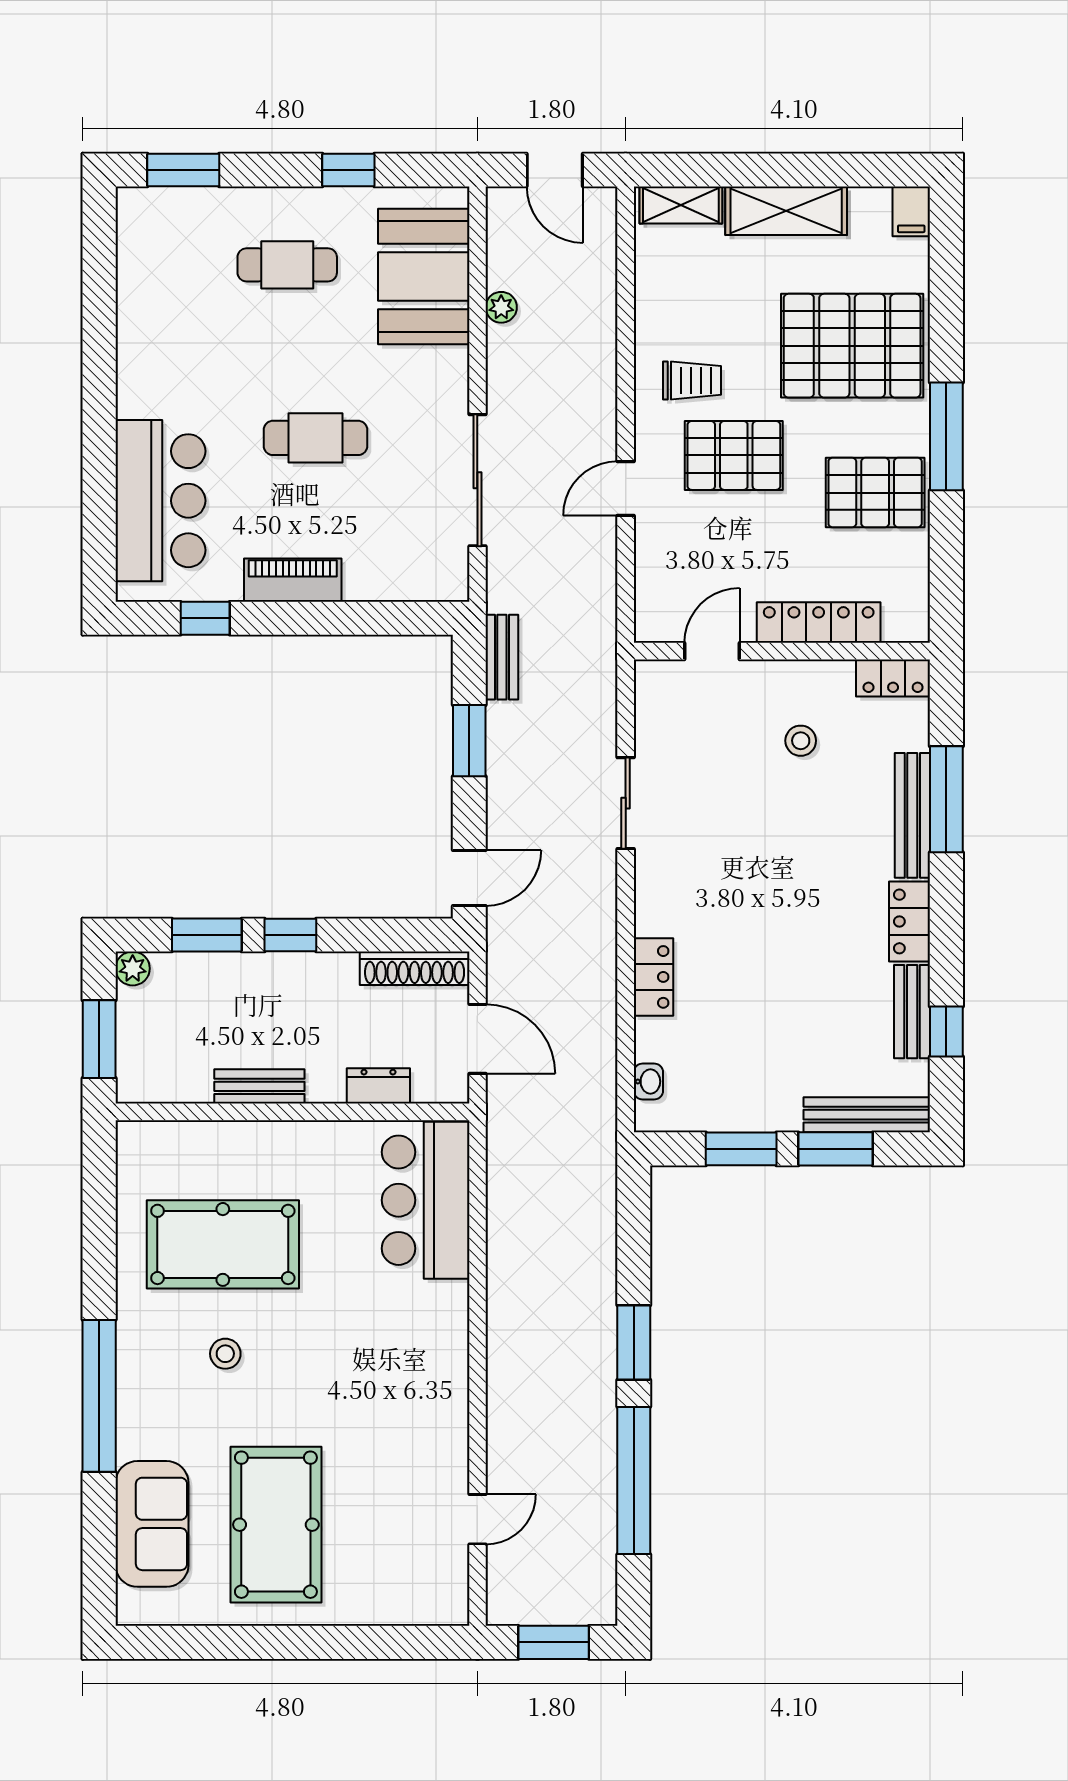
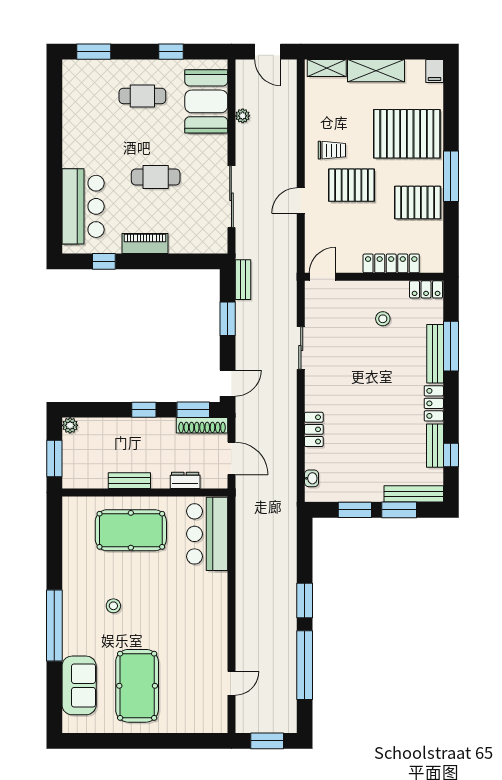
door: (712, 651) -> (322, 277), moved
window: (207, 935) -> (193, 410), moved
pool table: (223, 1244) -> (131, 530), moved

